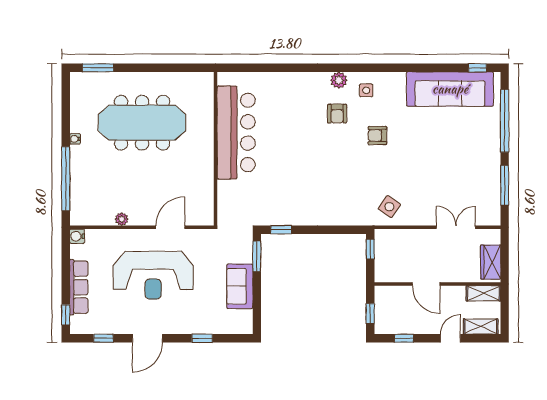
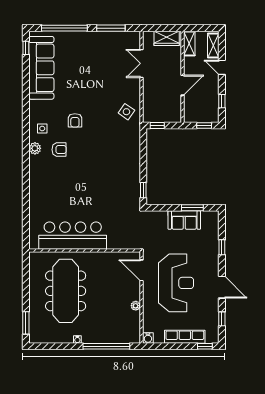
bar counter: (236, 132) -> (73, 236), moved
wall: (216, 149) -> (85, 251), moved
window: (257, 256) -> (192, 208), moved

